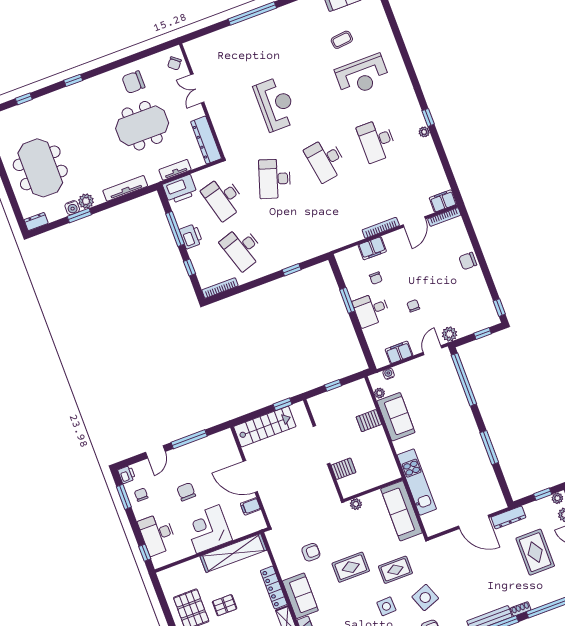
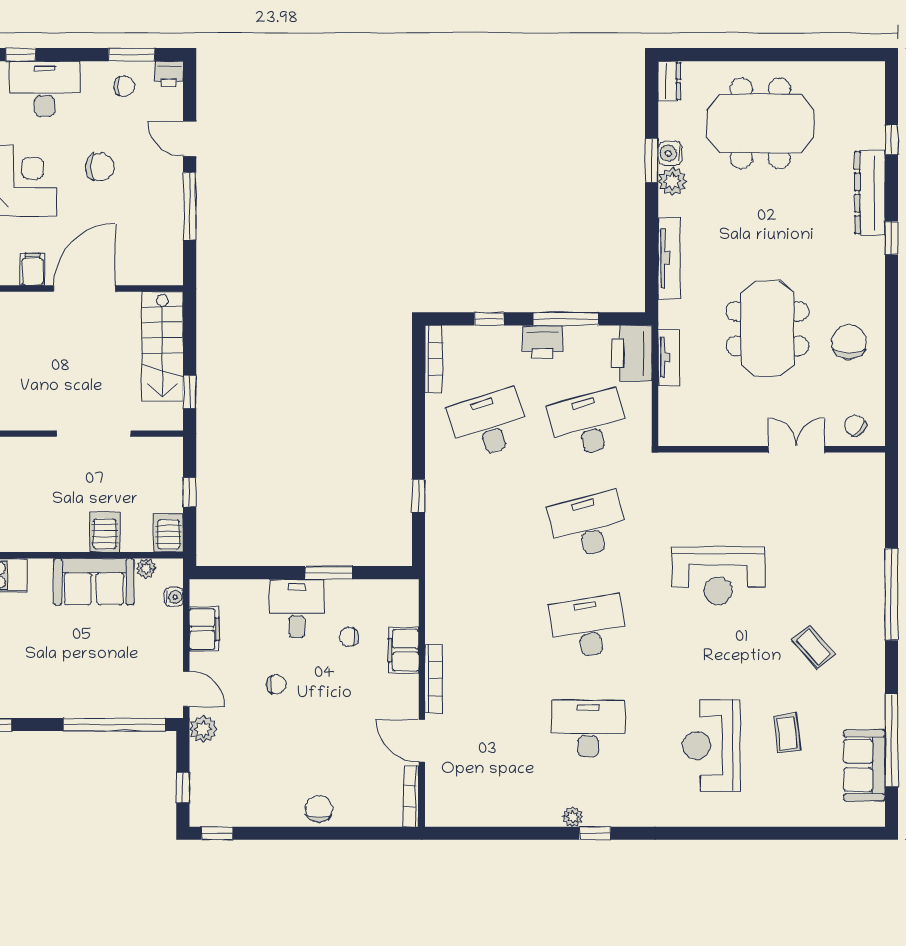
coffee table: (294, 43) -> (814, 647), added
dresser: (206, 140) -> (870, 193), moved, turned -90
desk: (275, 179) -> (588, 525), turned -33
filing cabinet: (443, 201) -> (440, 805), removed
server rack: (343, 469) -> (168, 533), moved, turned 180

